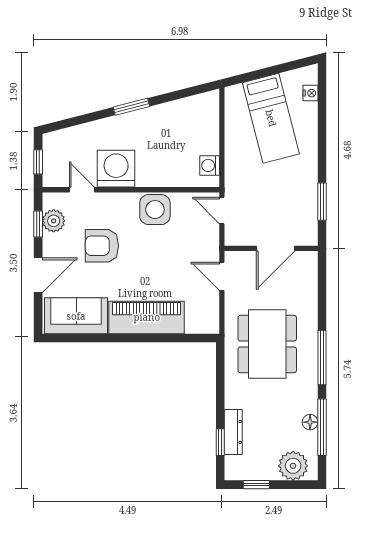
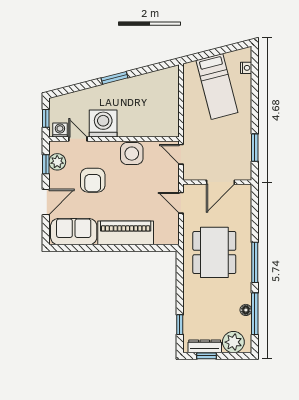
washing machine: (210, 165) -> (60, 130), moved, turned 90
armchair: (102, 246) -> (93, 180), turned -90
dresser: (233, 432) -> (205, 346), moved, turned -90

